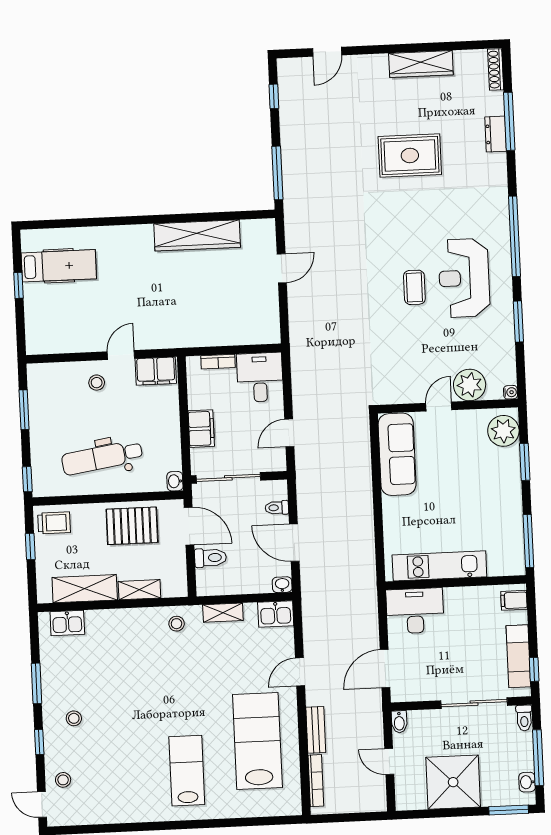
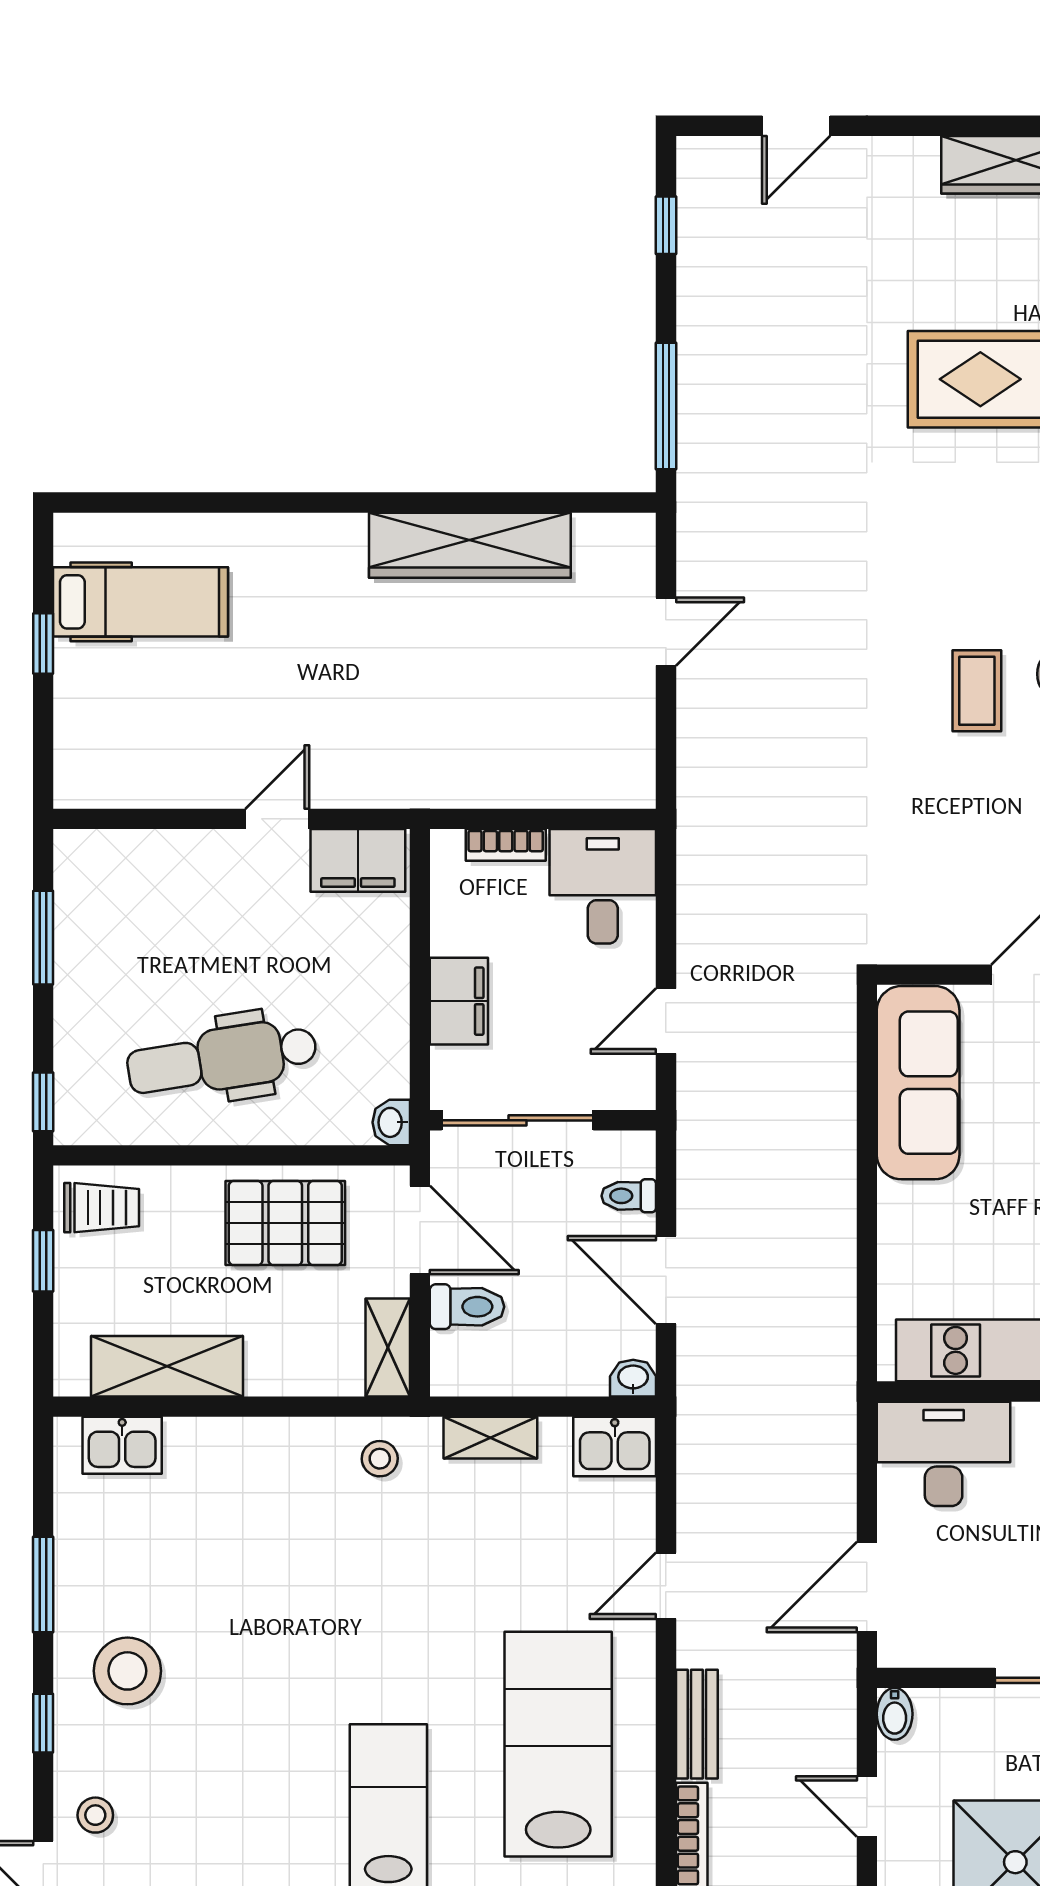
stool: (97, 383) -> (217, 881), removed
shelving: (139, 590) -> (388, 1347), moved, turned 90
stool: (74, 718) -> (127, 1671), width x1.89, depth x1.89

